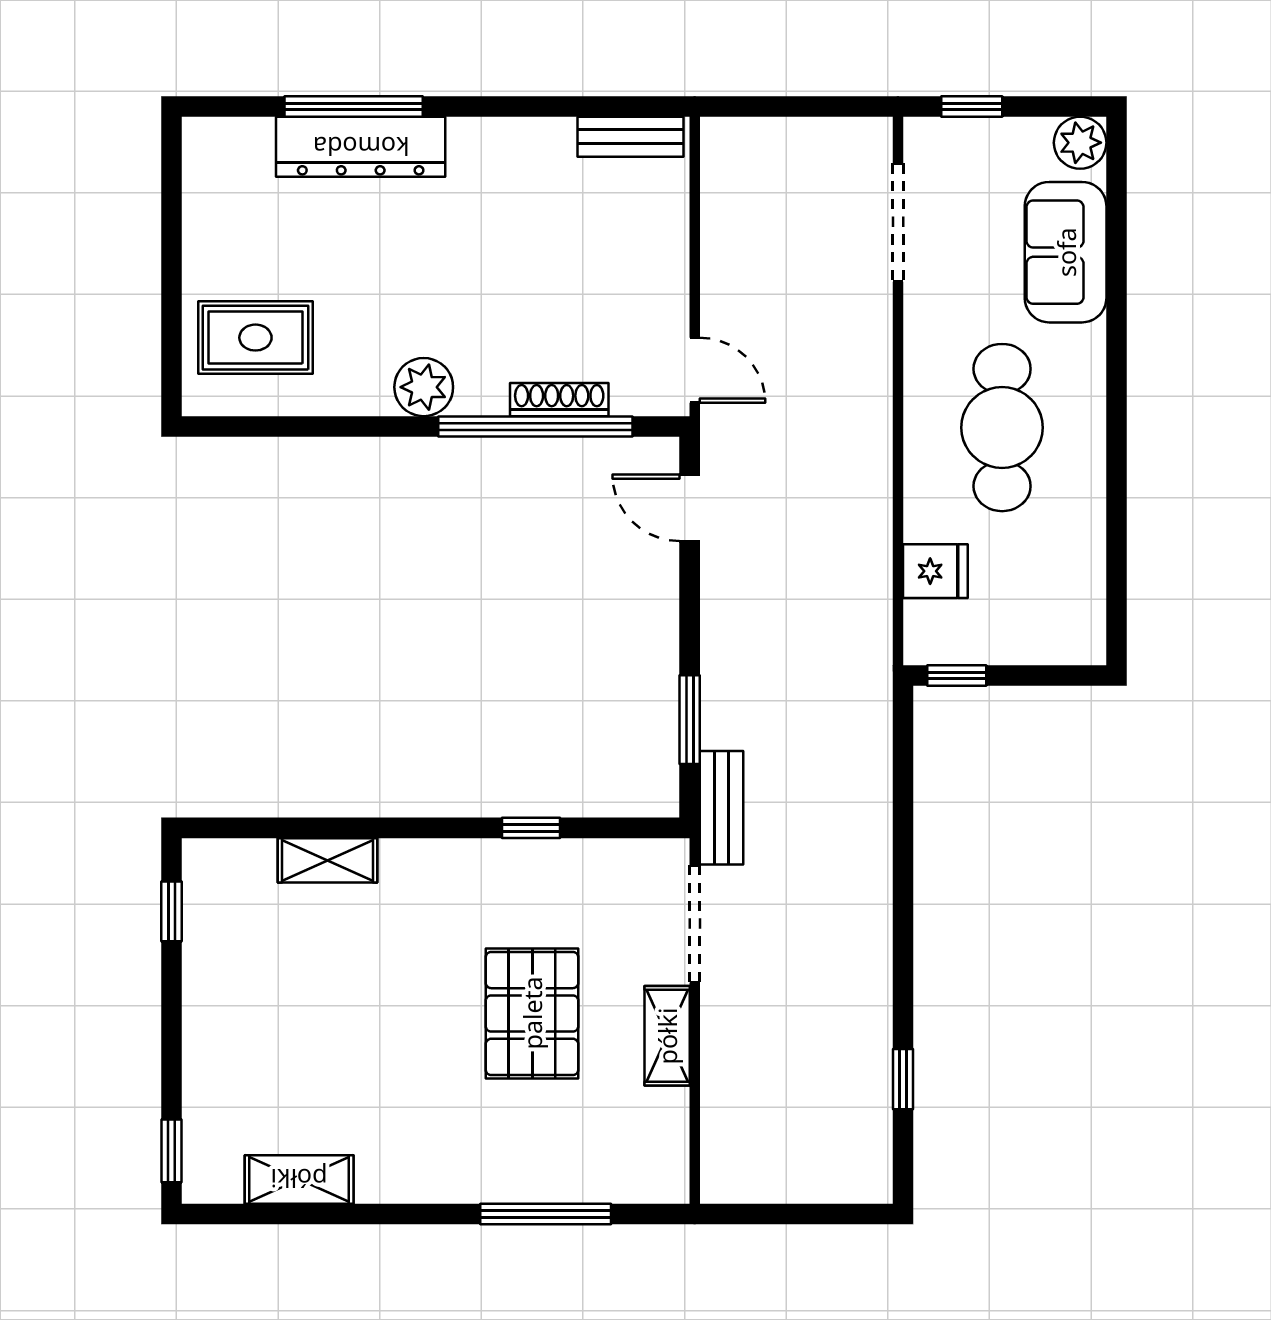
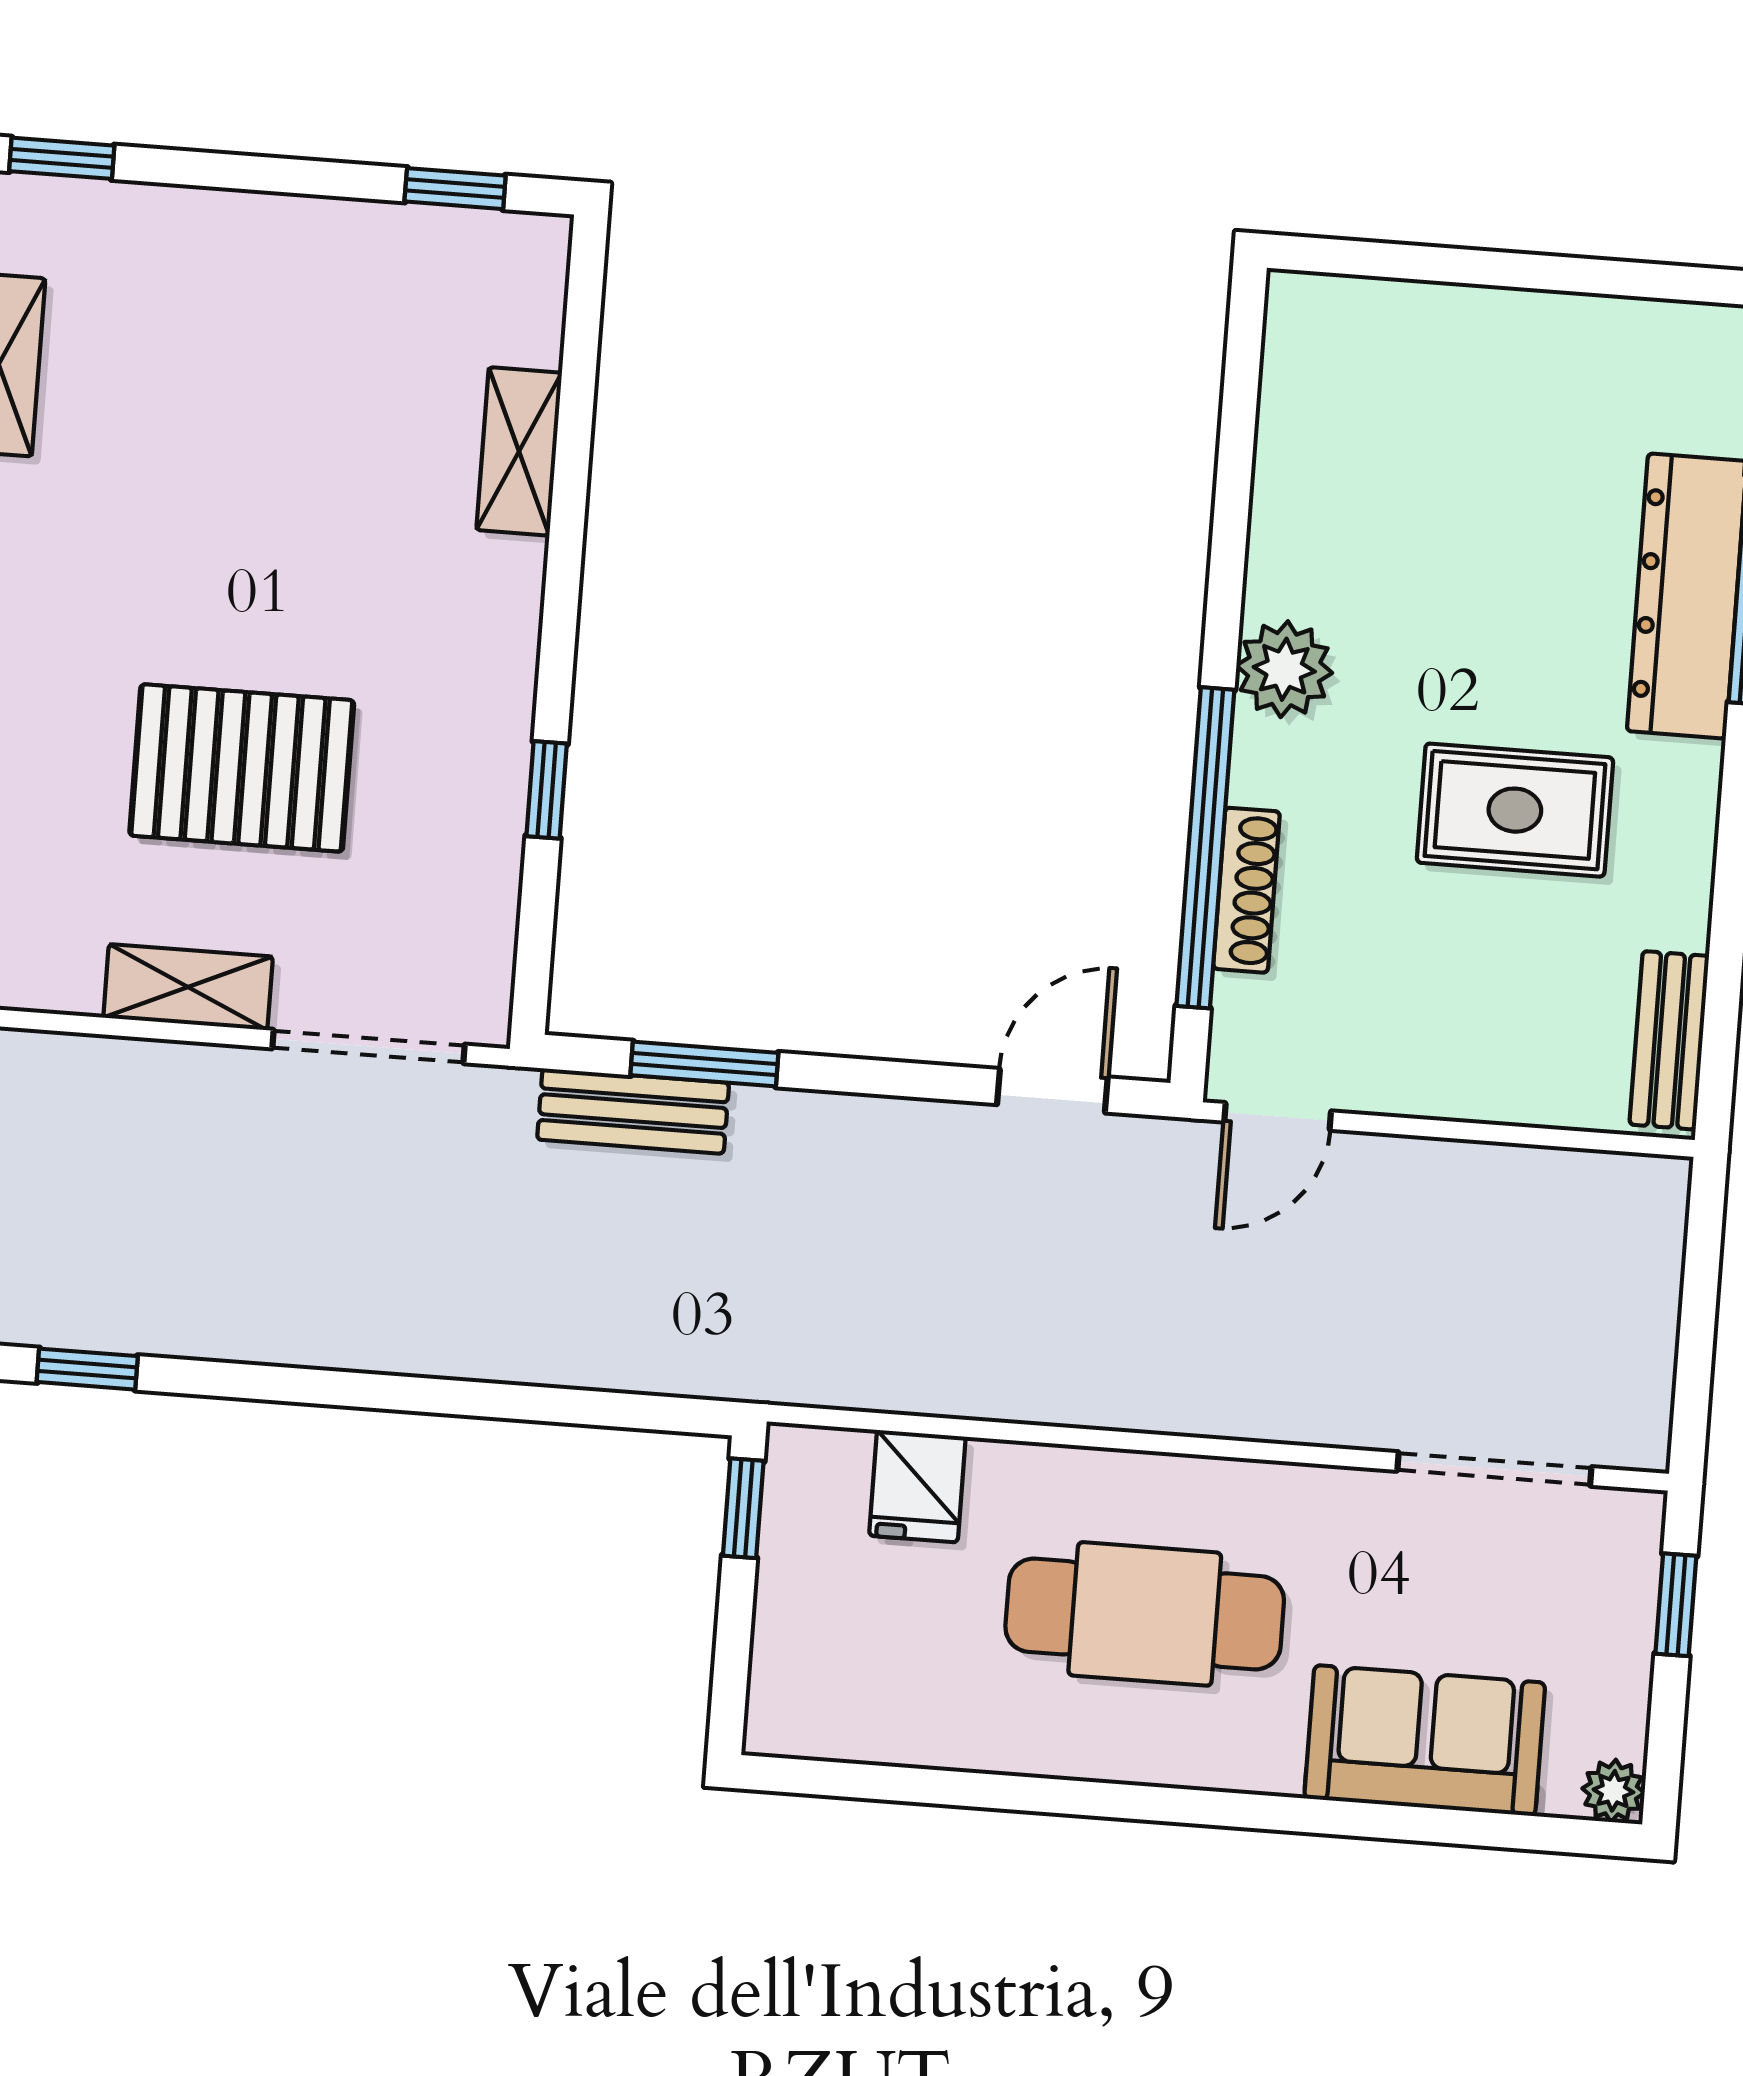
plant: (1080, 143) -> (1613, 1791), width x0.73, depth x0.73
rug: (255, 338) -> (1515, 810), moved, turned 90
bench: (722, 808) -> (633, 1111), moved

